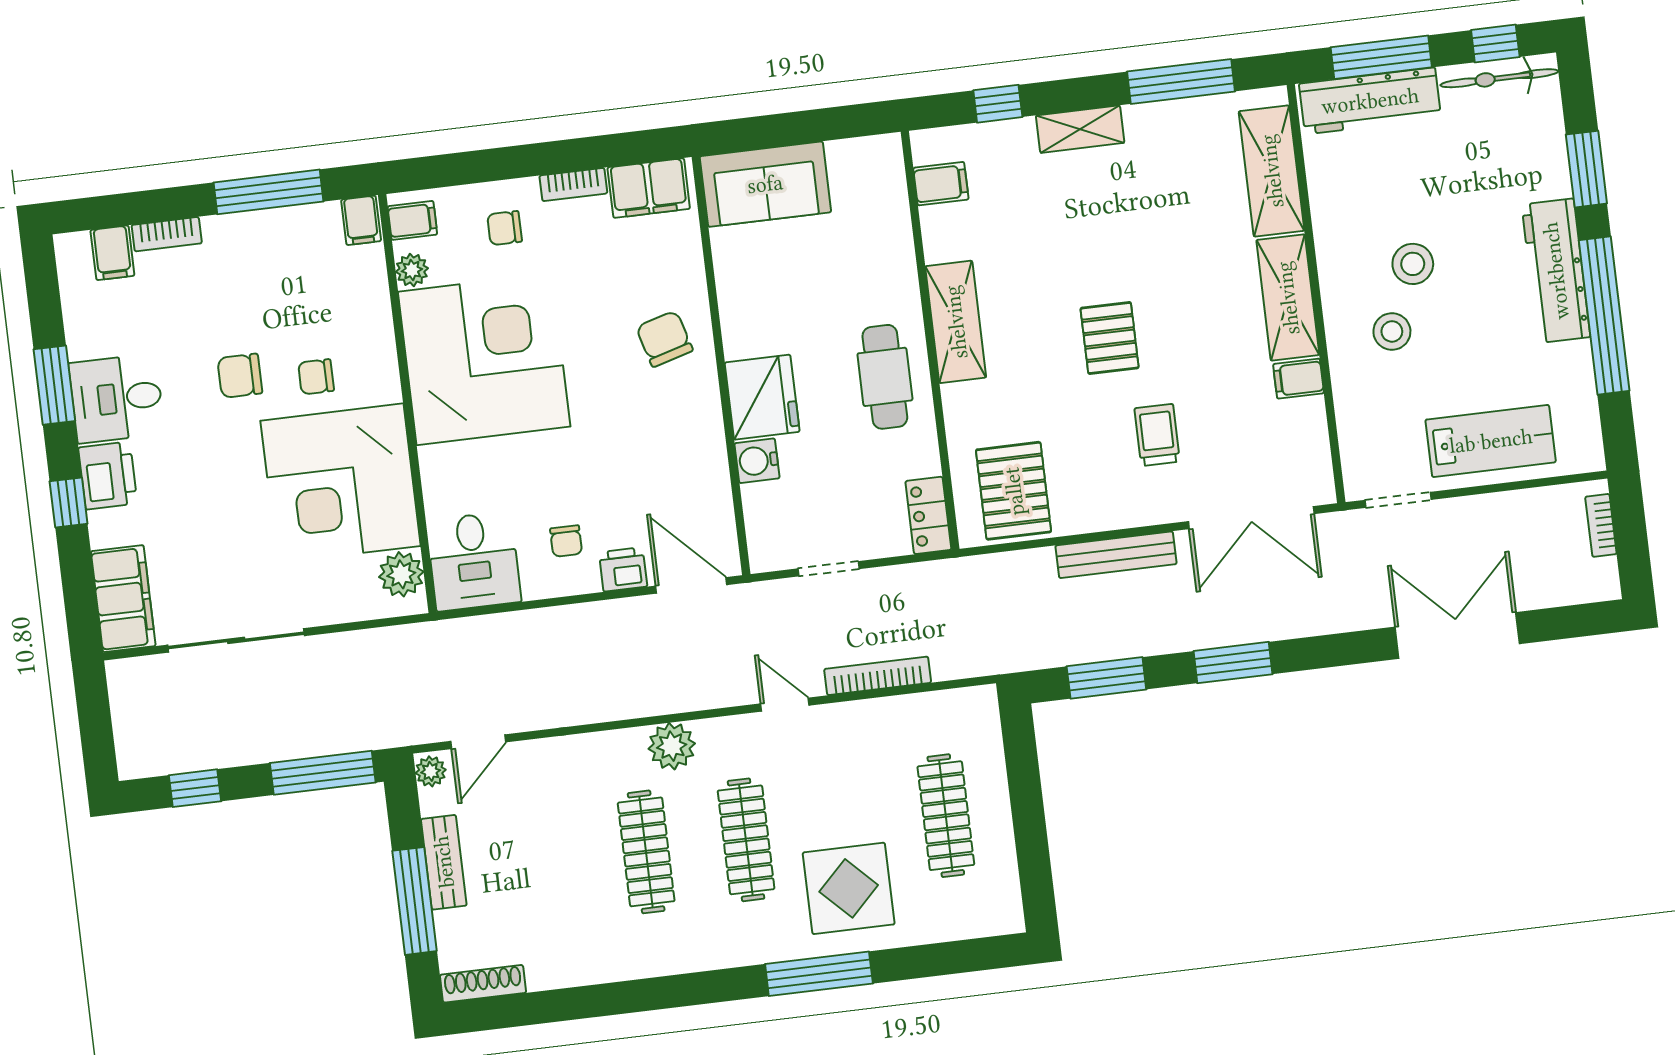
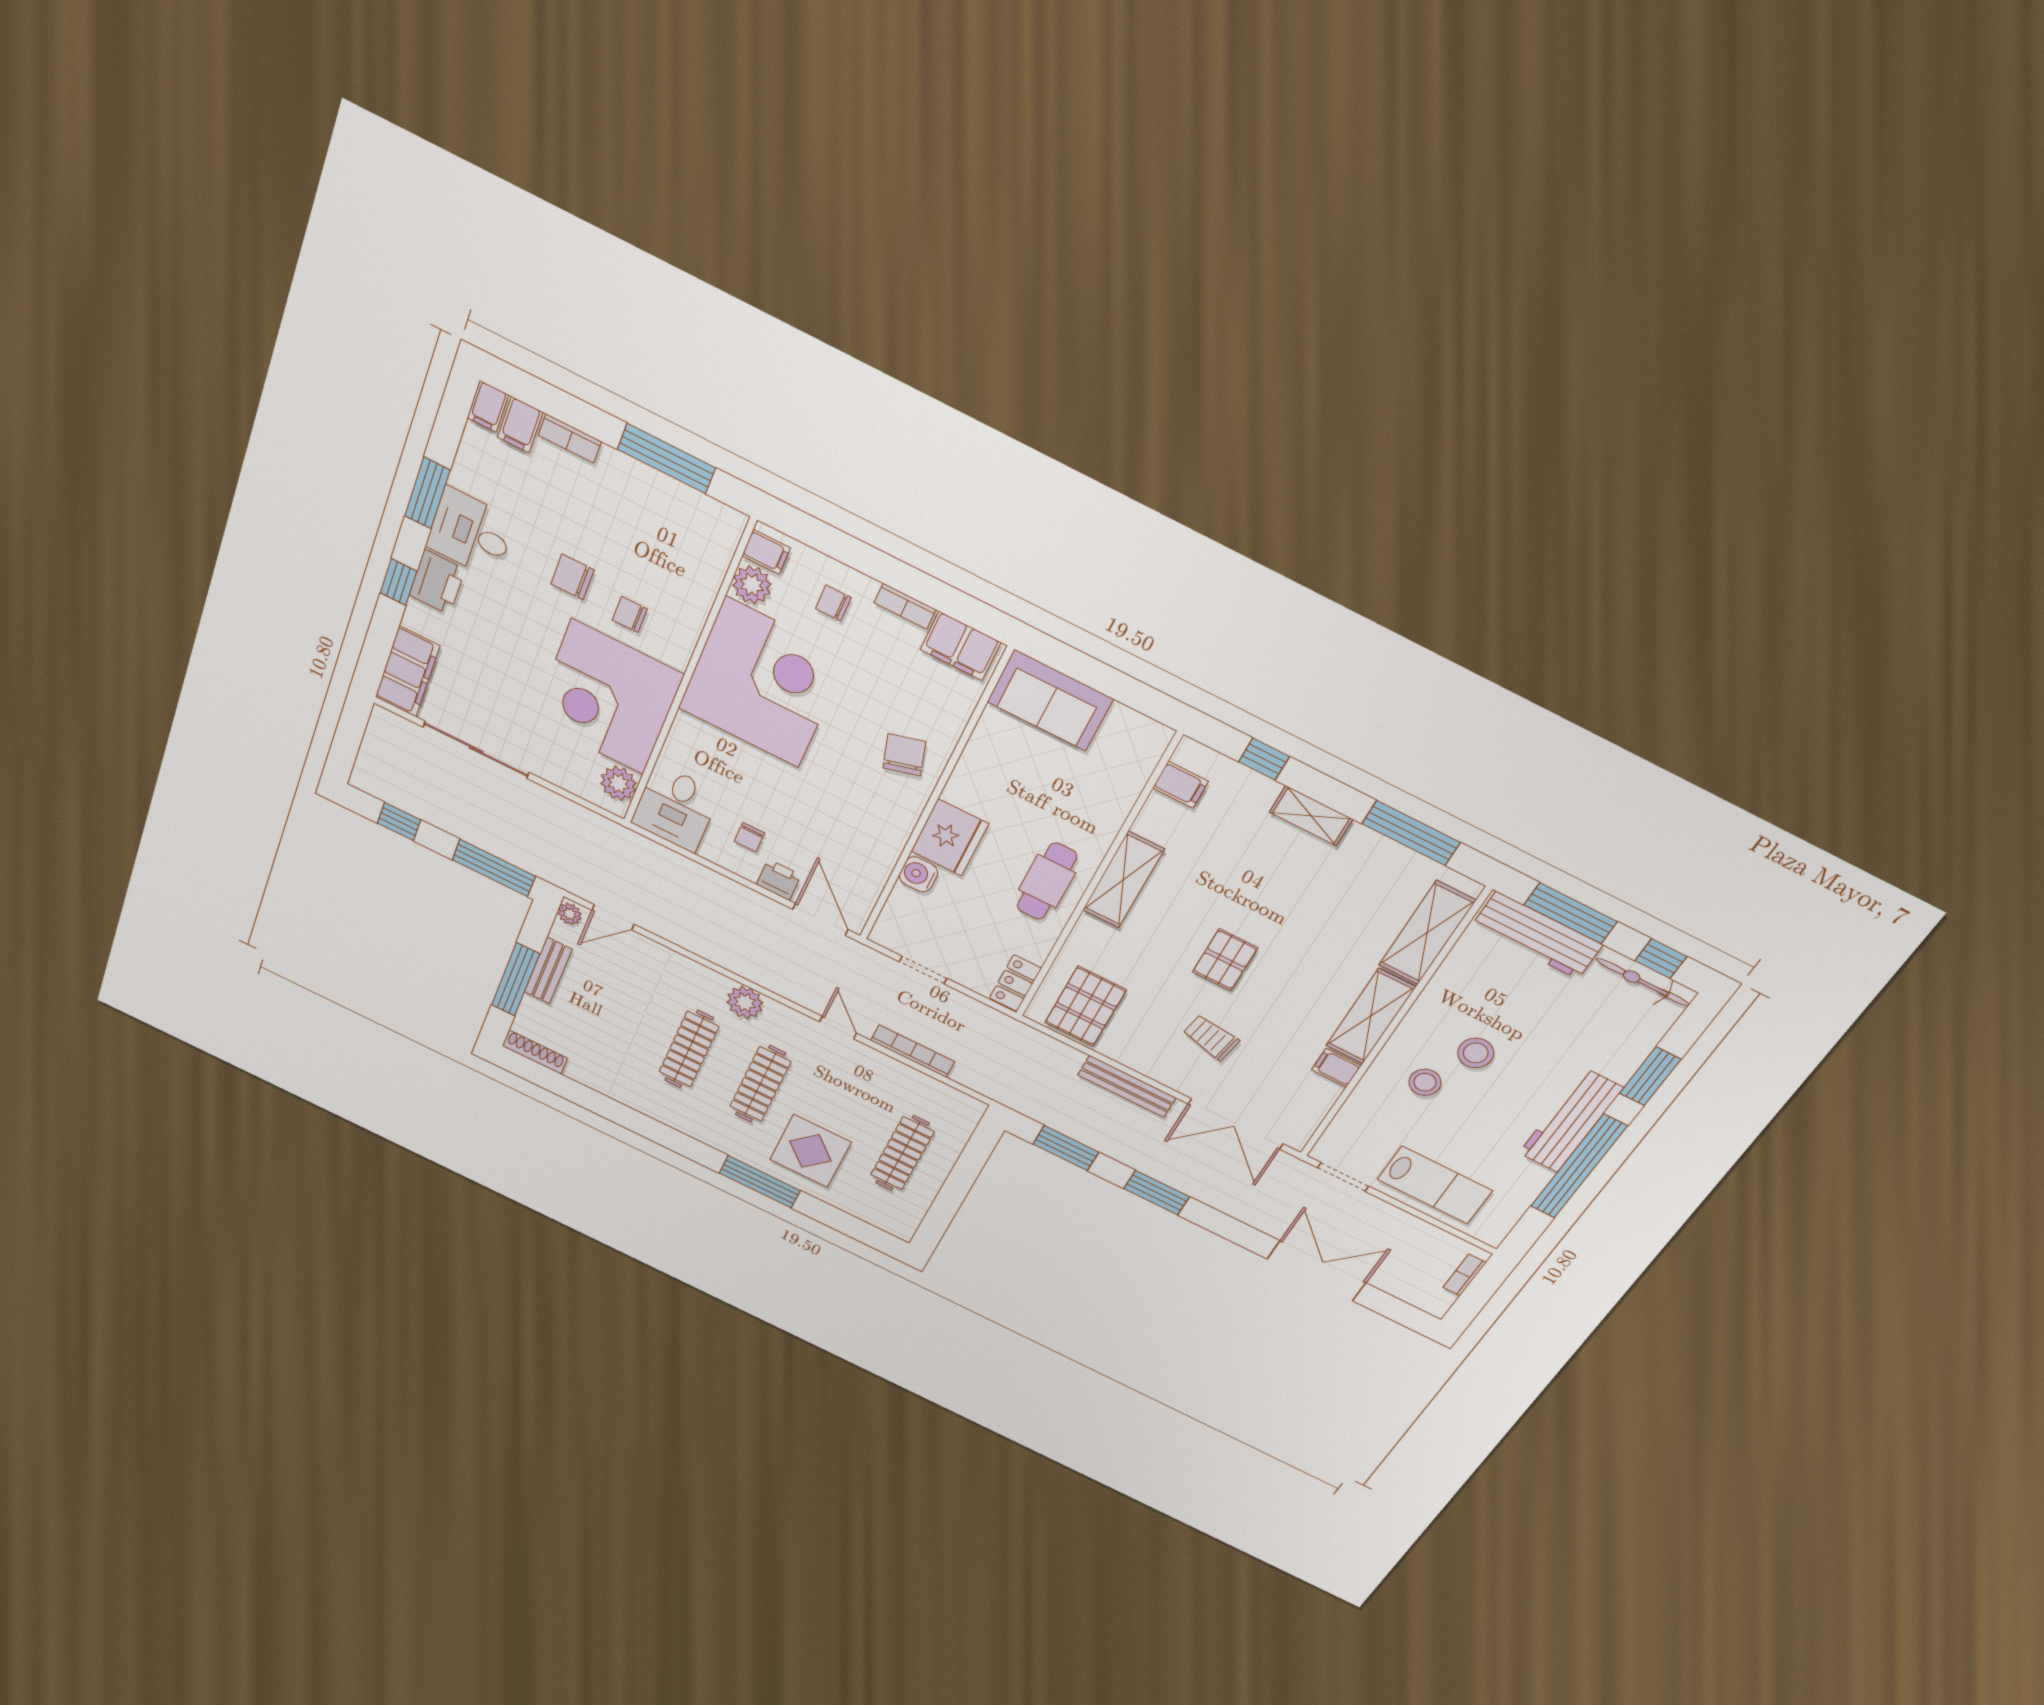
filing cabinet: (361, 220) -> (488, 406), moved
plant: (412, 270) -> (752, 585), width x1.38, depth x1.38
trolley: (1157, 435) -> (1211, 1037), turned -80

